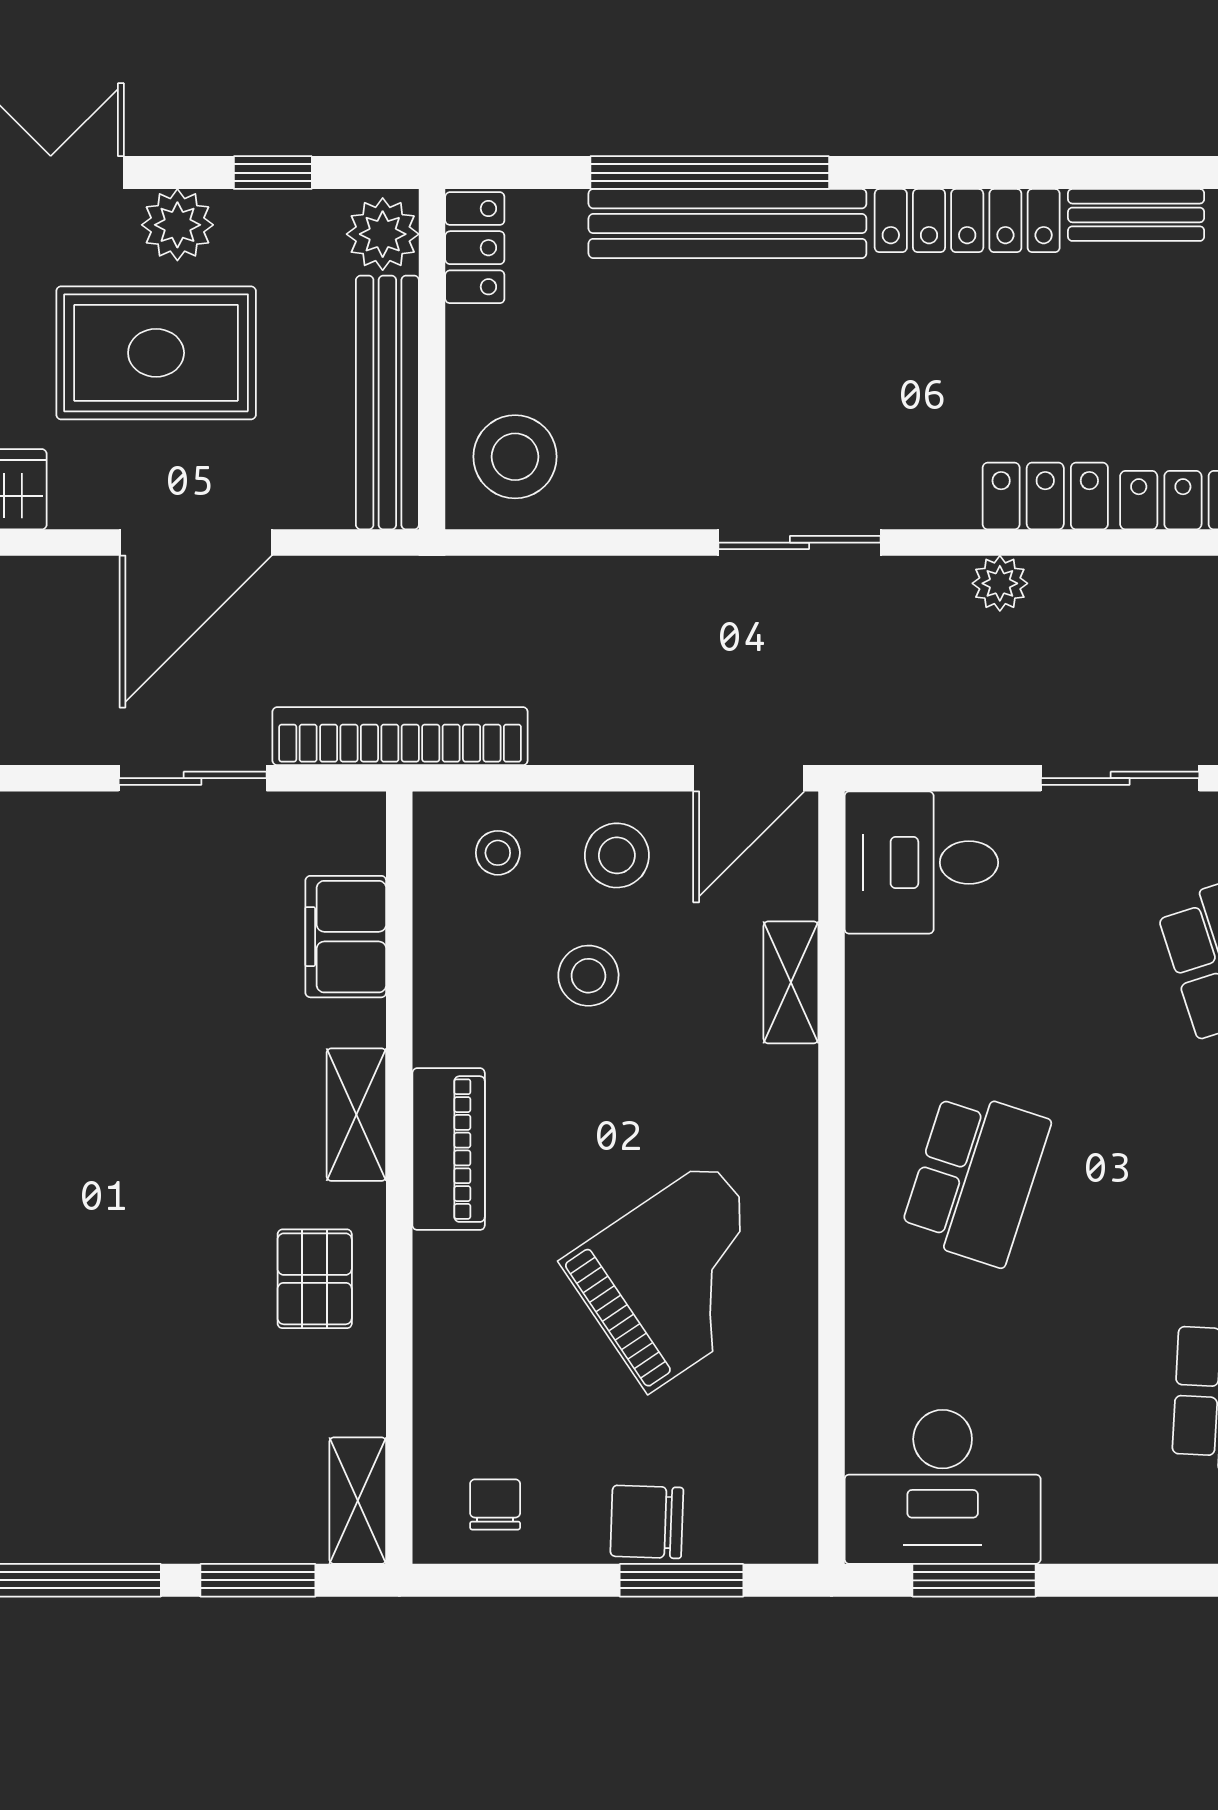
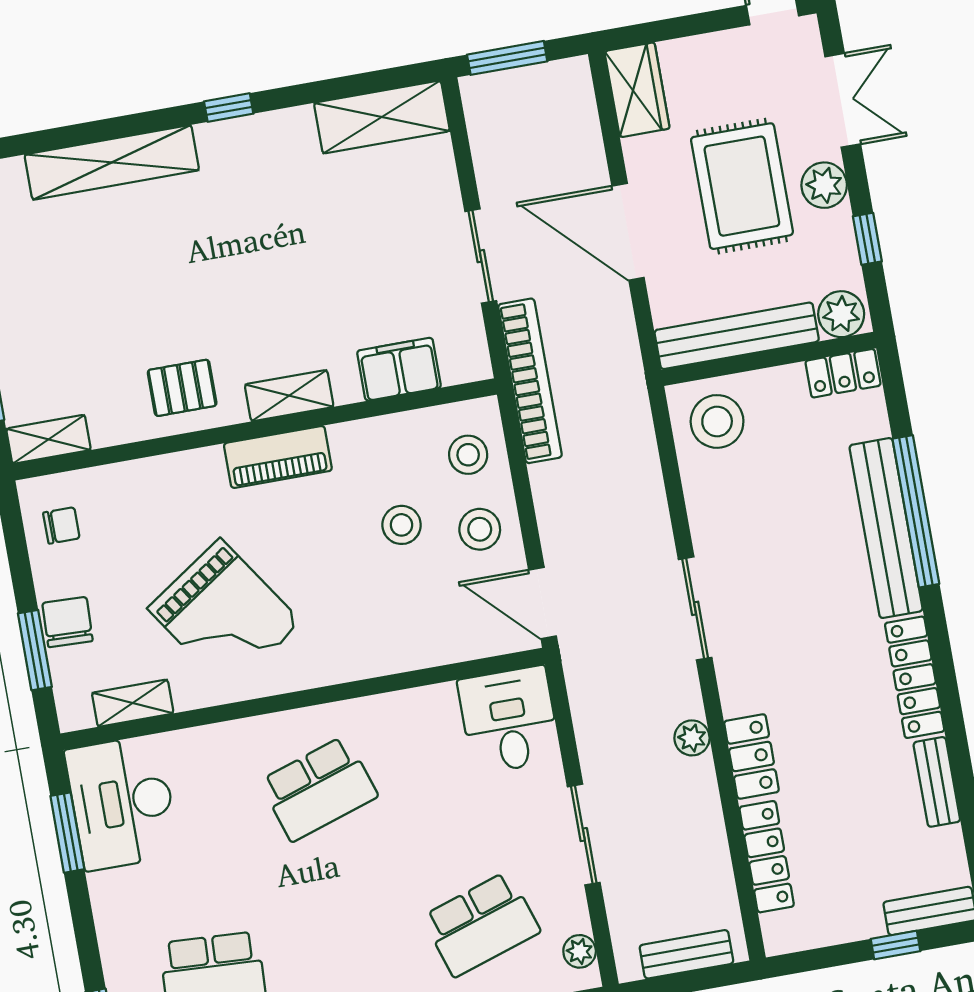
stool: (498, 853) -> (468, 455), width x1.37, depth x1.37
shelving: (791, 982) -> (133, 703), moved
school desk: (975, 1178) -> (319, 789), turned -36

